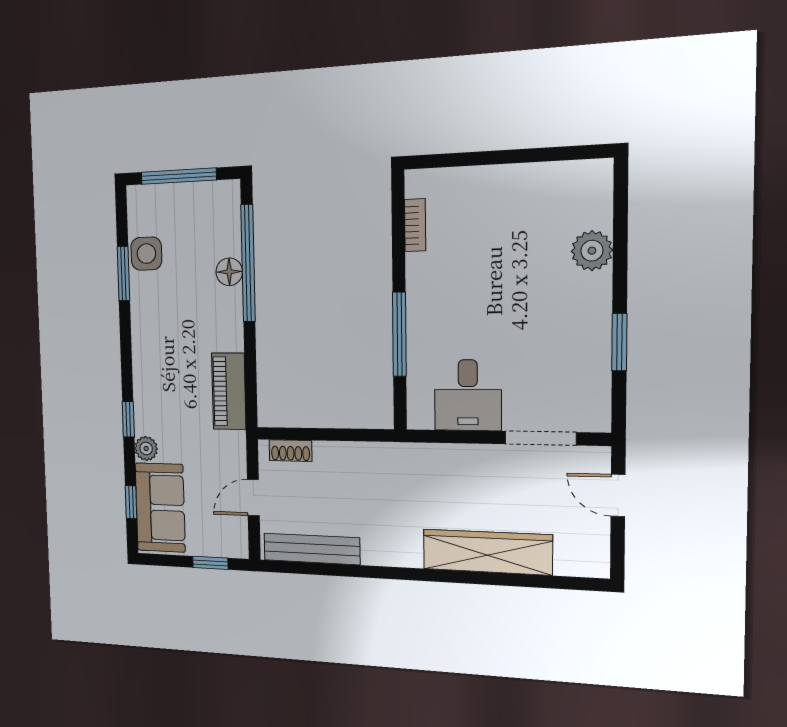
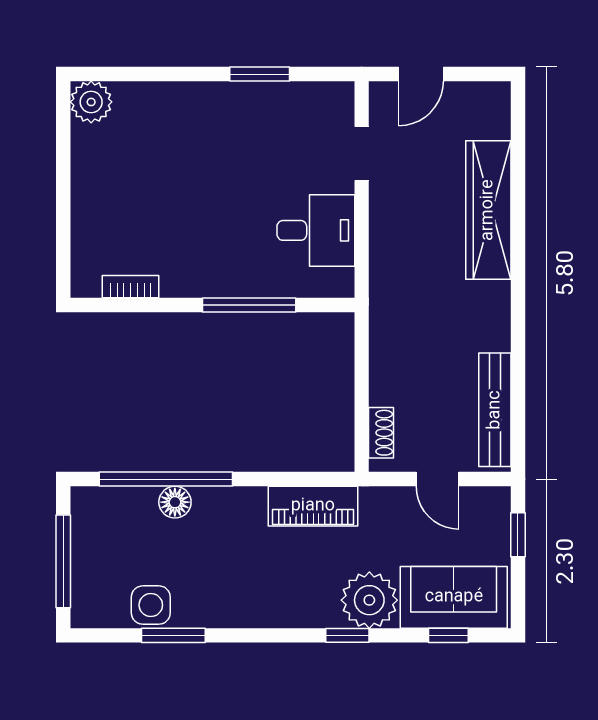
plant: (592, 251) -> (91, 102), moved
doorway: (541, 438) -> (362, 153), width x0.73
plant: (146, 448) -> (369, 600), width x1.87, depth x1.87

